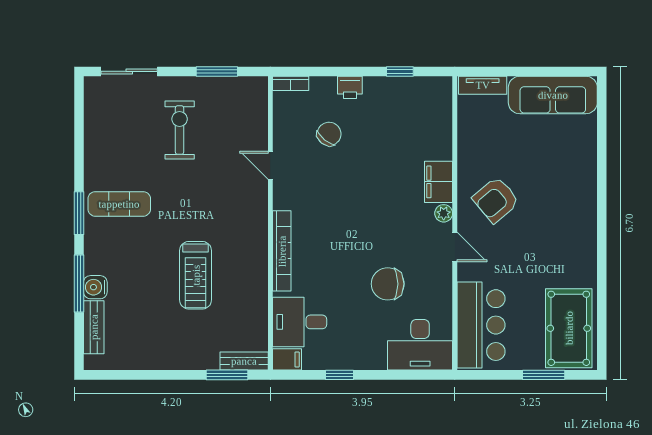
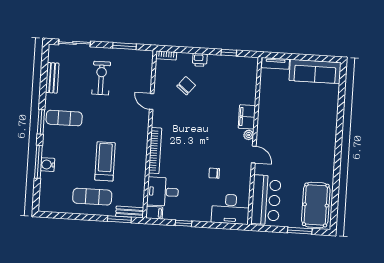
armchair: (496, 200) -> (279, 129), removed
treadmill: (196, 275) -> (105, 161), turned 180
chair: (388, 284) -> (214, 173), width x0.54, depth x0.54
bench: (94, 327) -> (52, 78), moved
exercise mat: (177, 338) -> (92, 197), added

